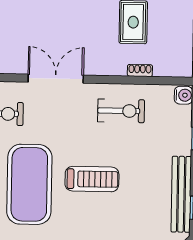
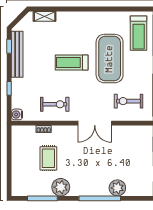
exercise bike: (121, 111) -> (55, 104), turned 180

